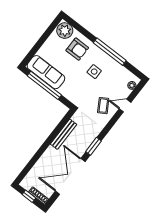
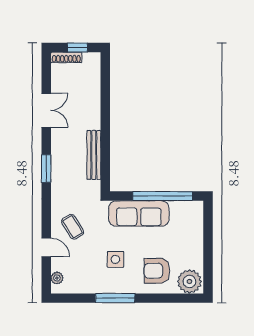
window: (110, 52) -> (115, 298), width x0.68
sofa: (46, 72) -> (139, 213), moved
door: (125, 106) -> (46, 247), hinge flipped
double door: (70, 176) -> (46, 110), width x0.54

